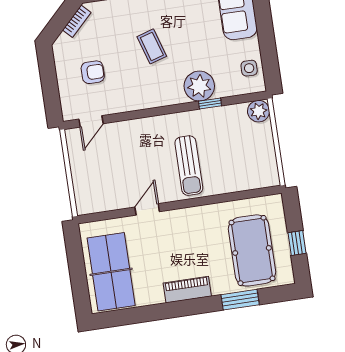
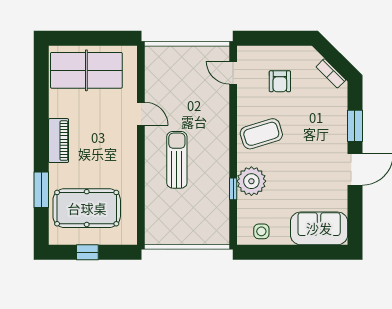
coffee table: (152, 46) -> (261, 134), moved, width x1.36, depth x1.30
plant: (259, 111) -> (219, 234), removed
sun lounger: (189, 166) -> (177, 160), turned 90

